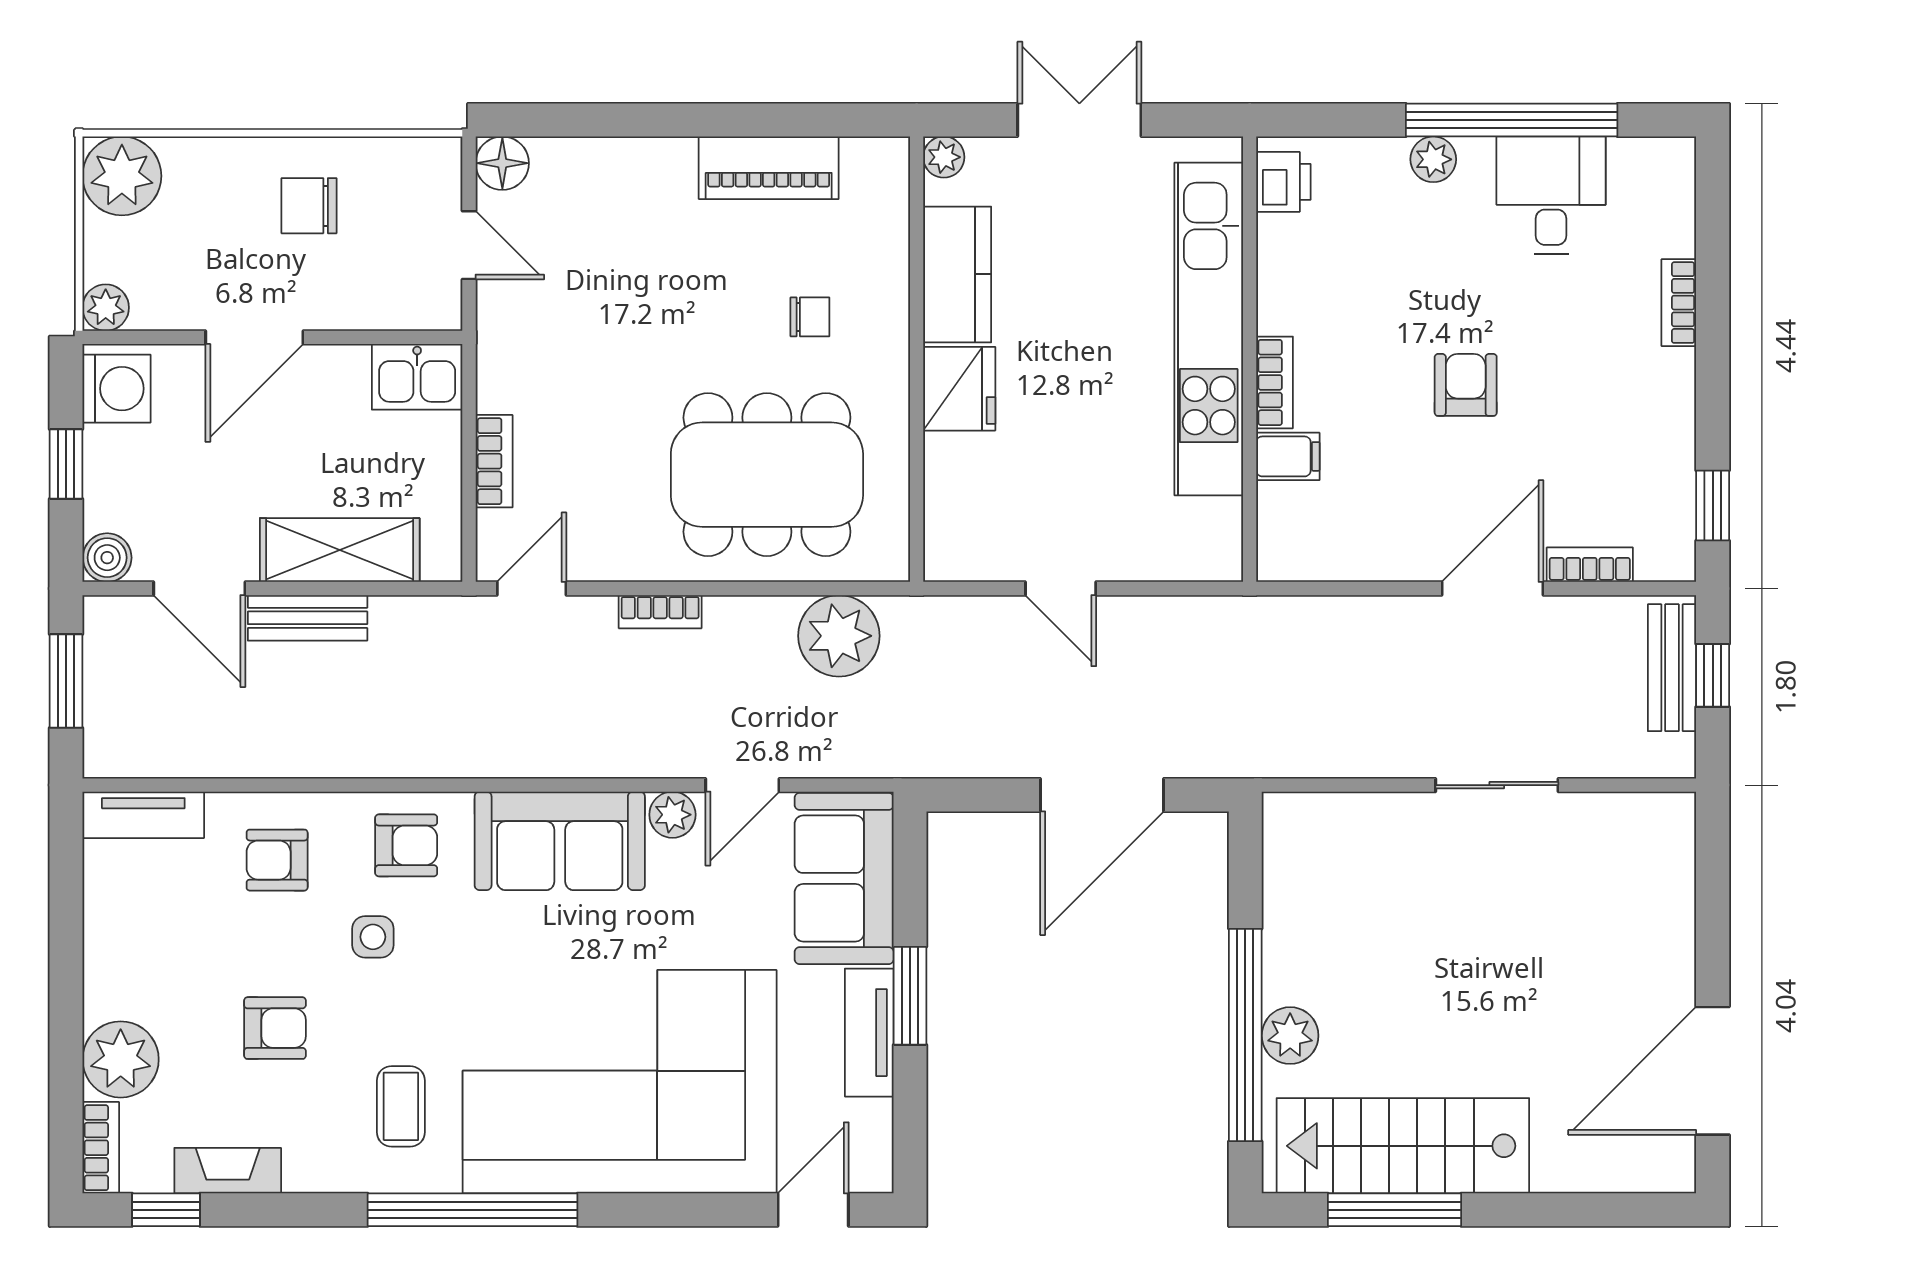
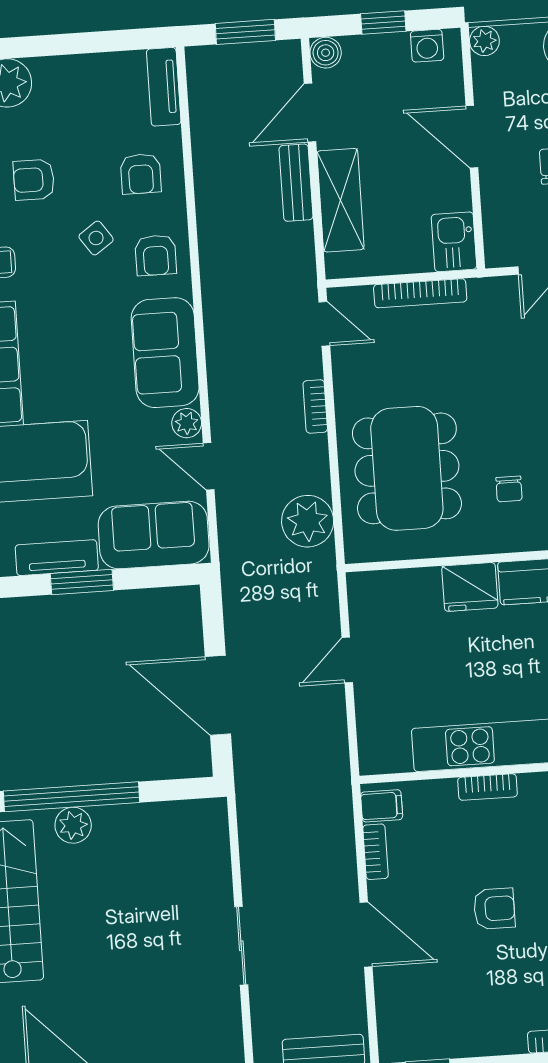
washing machine: (116, 389) -> (427, 46), width x0.73, depth x0.73
filing cabinet: (1288, 456) -> (382, 806), moved, turned -90
bookcase: (494, 461) -> (420, 293), width x1.56
bookcase: (1590, 565) -> (376, 852), moved
armchair: (277, 860) -> (141, 174), turned 180
side table: (373, 937) -> (96, 238), turned -35
armchair: (275, 1028) -> (34, 180), turned 90

